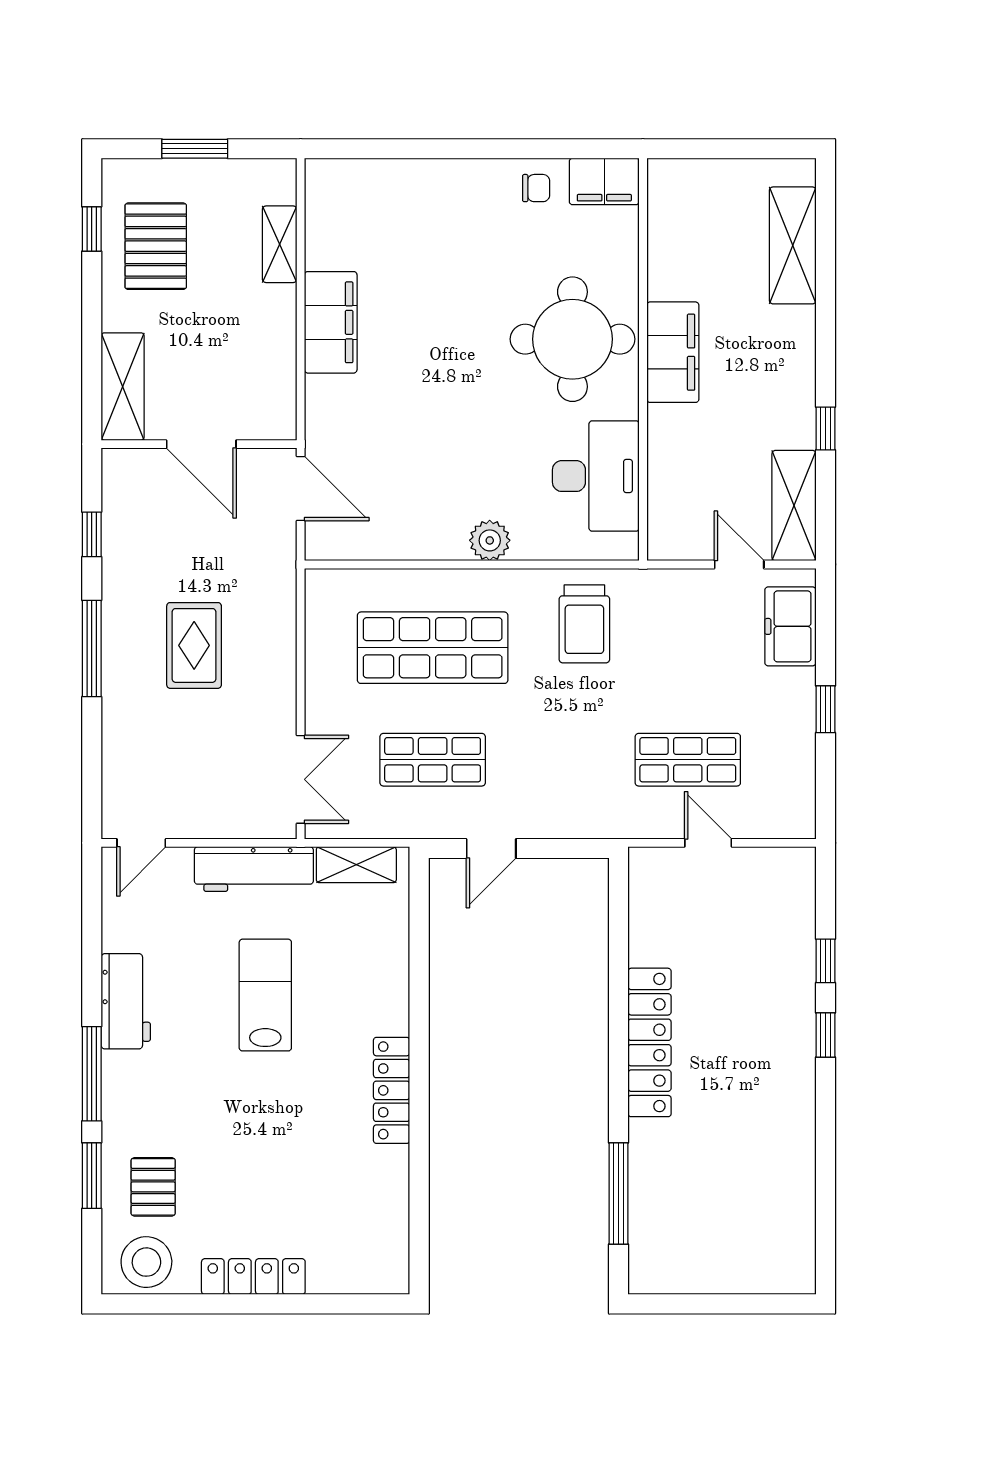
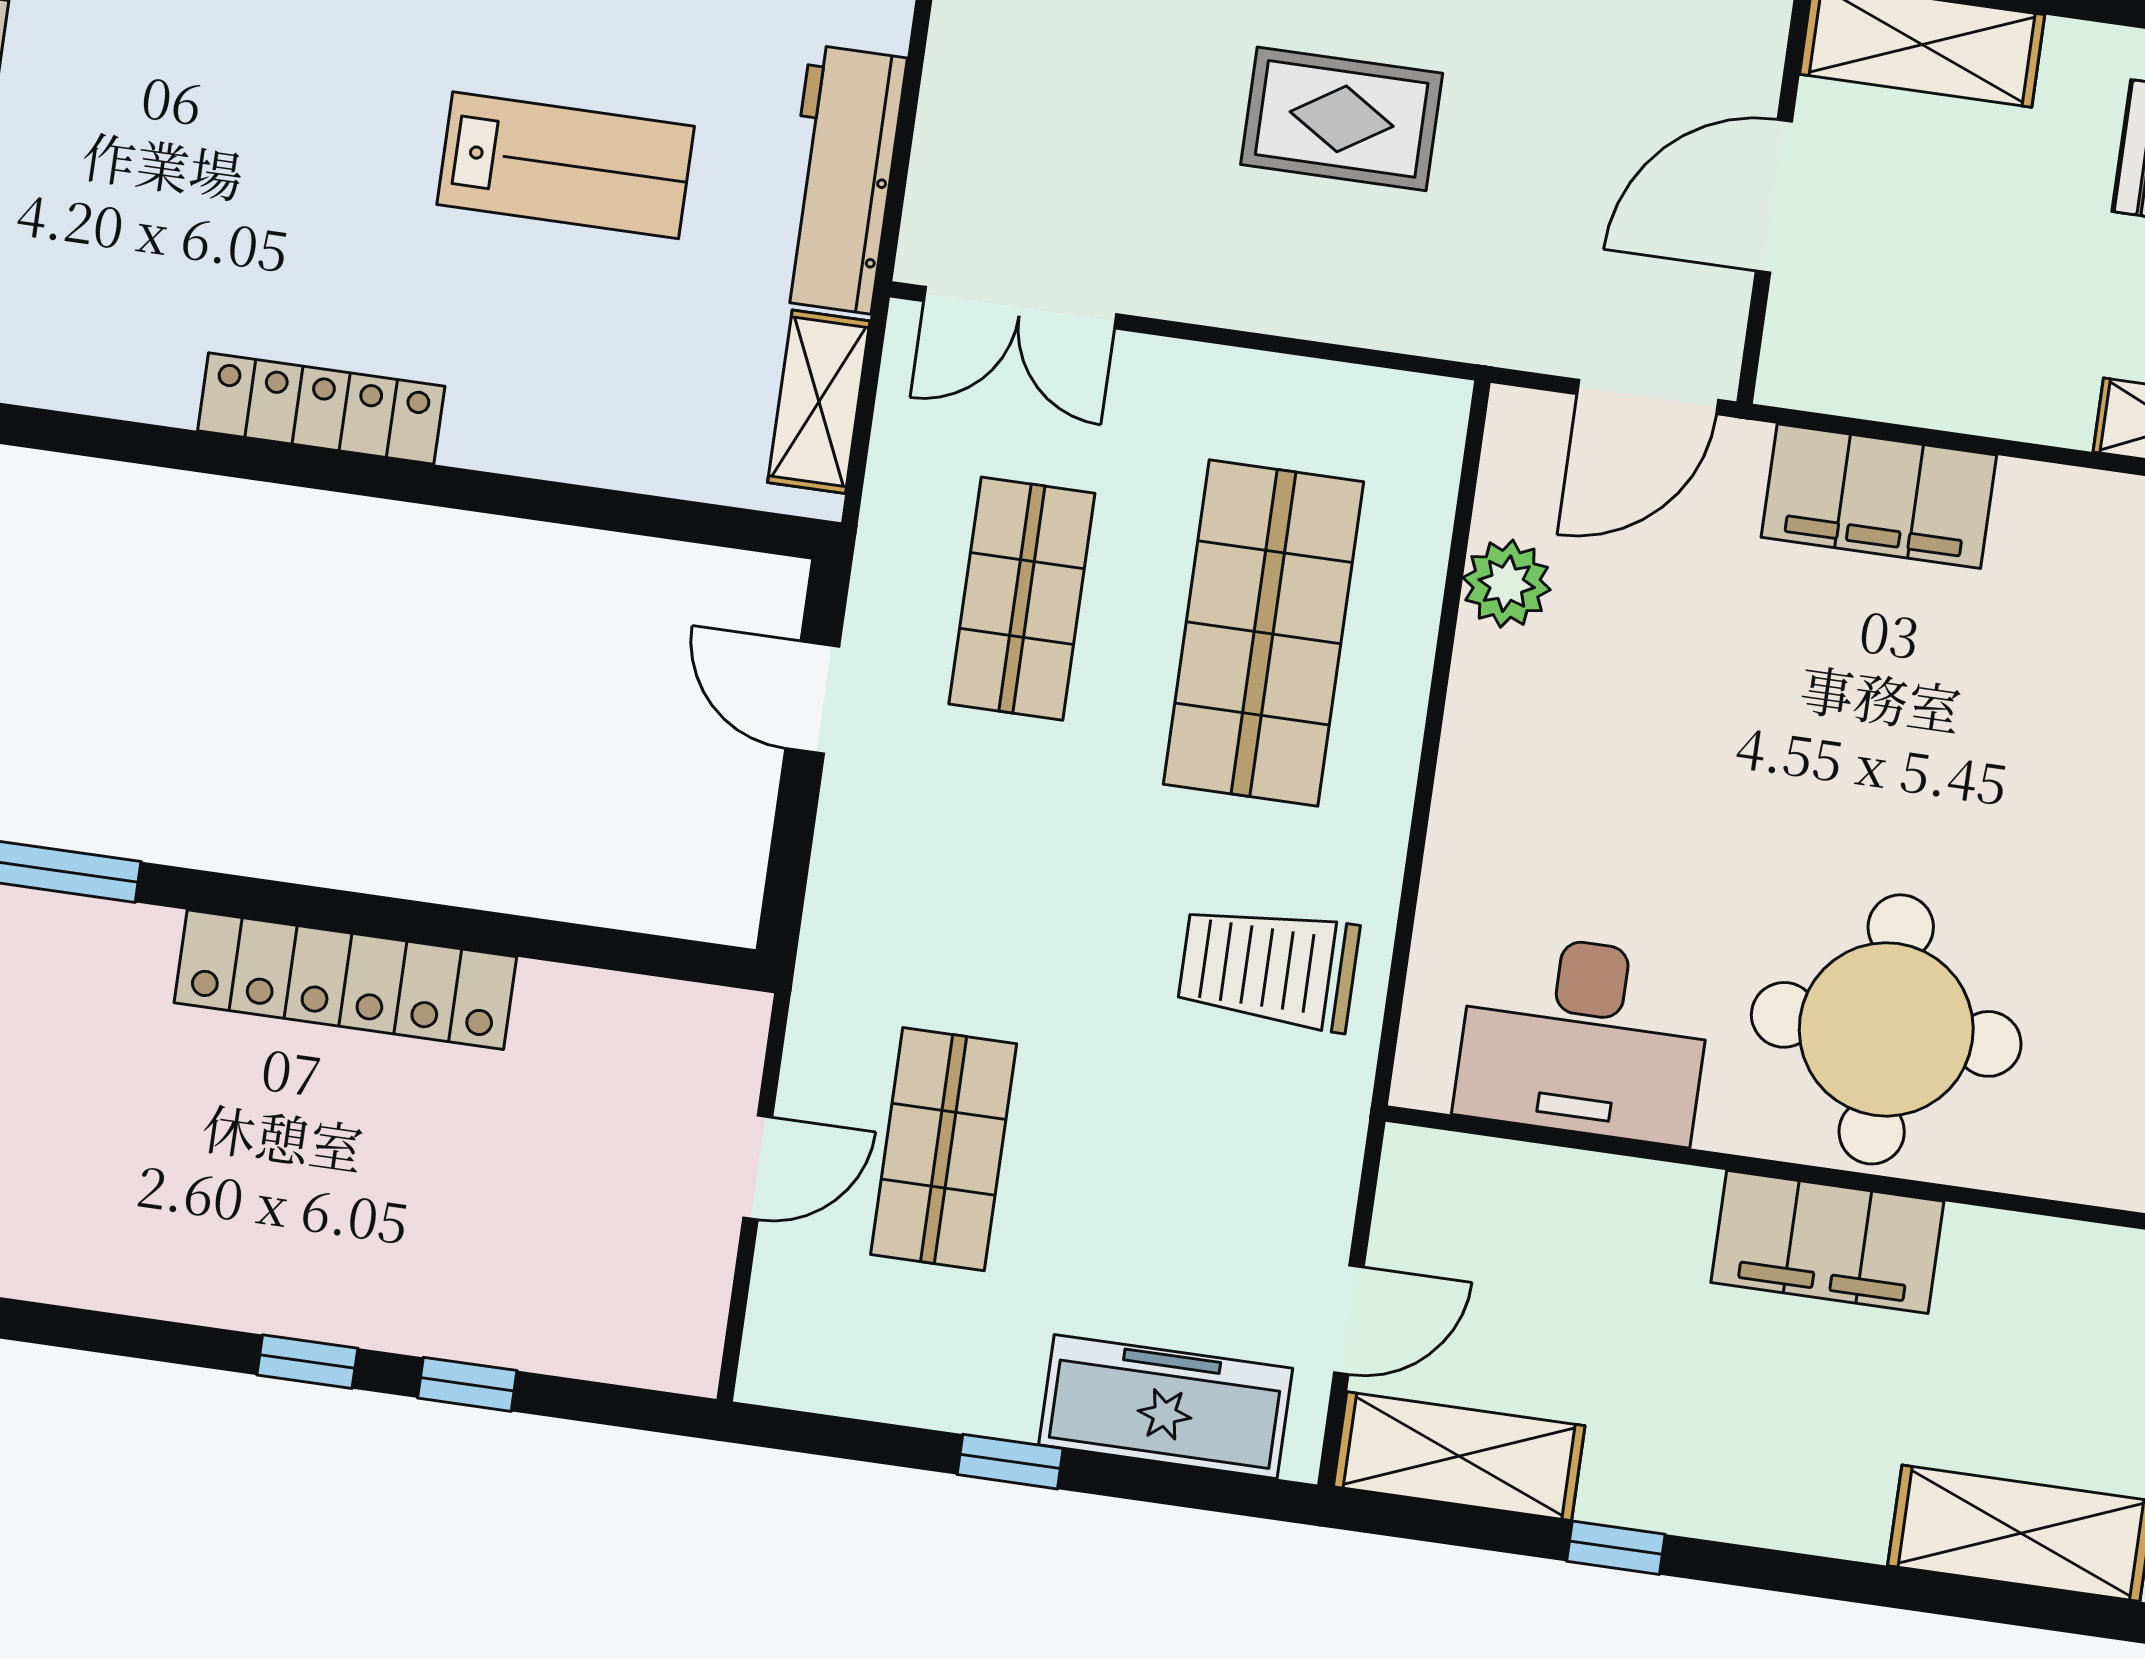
filing cabinet: (331, 322) -> (1879, 496), moved
plant: (490, 540) -> (1507, 584), moved
freezer: (790, 626) -> (1166, 1407), width x1.40

